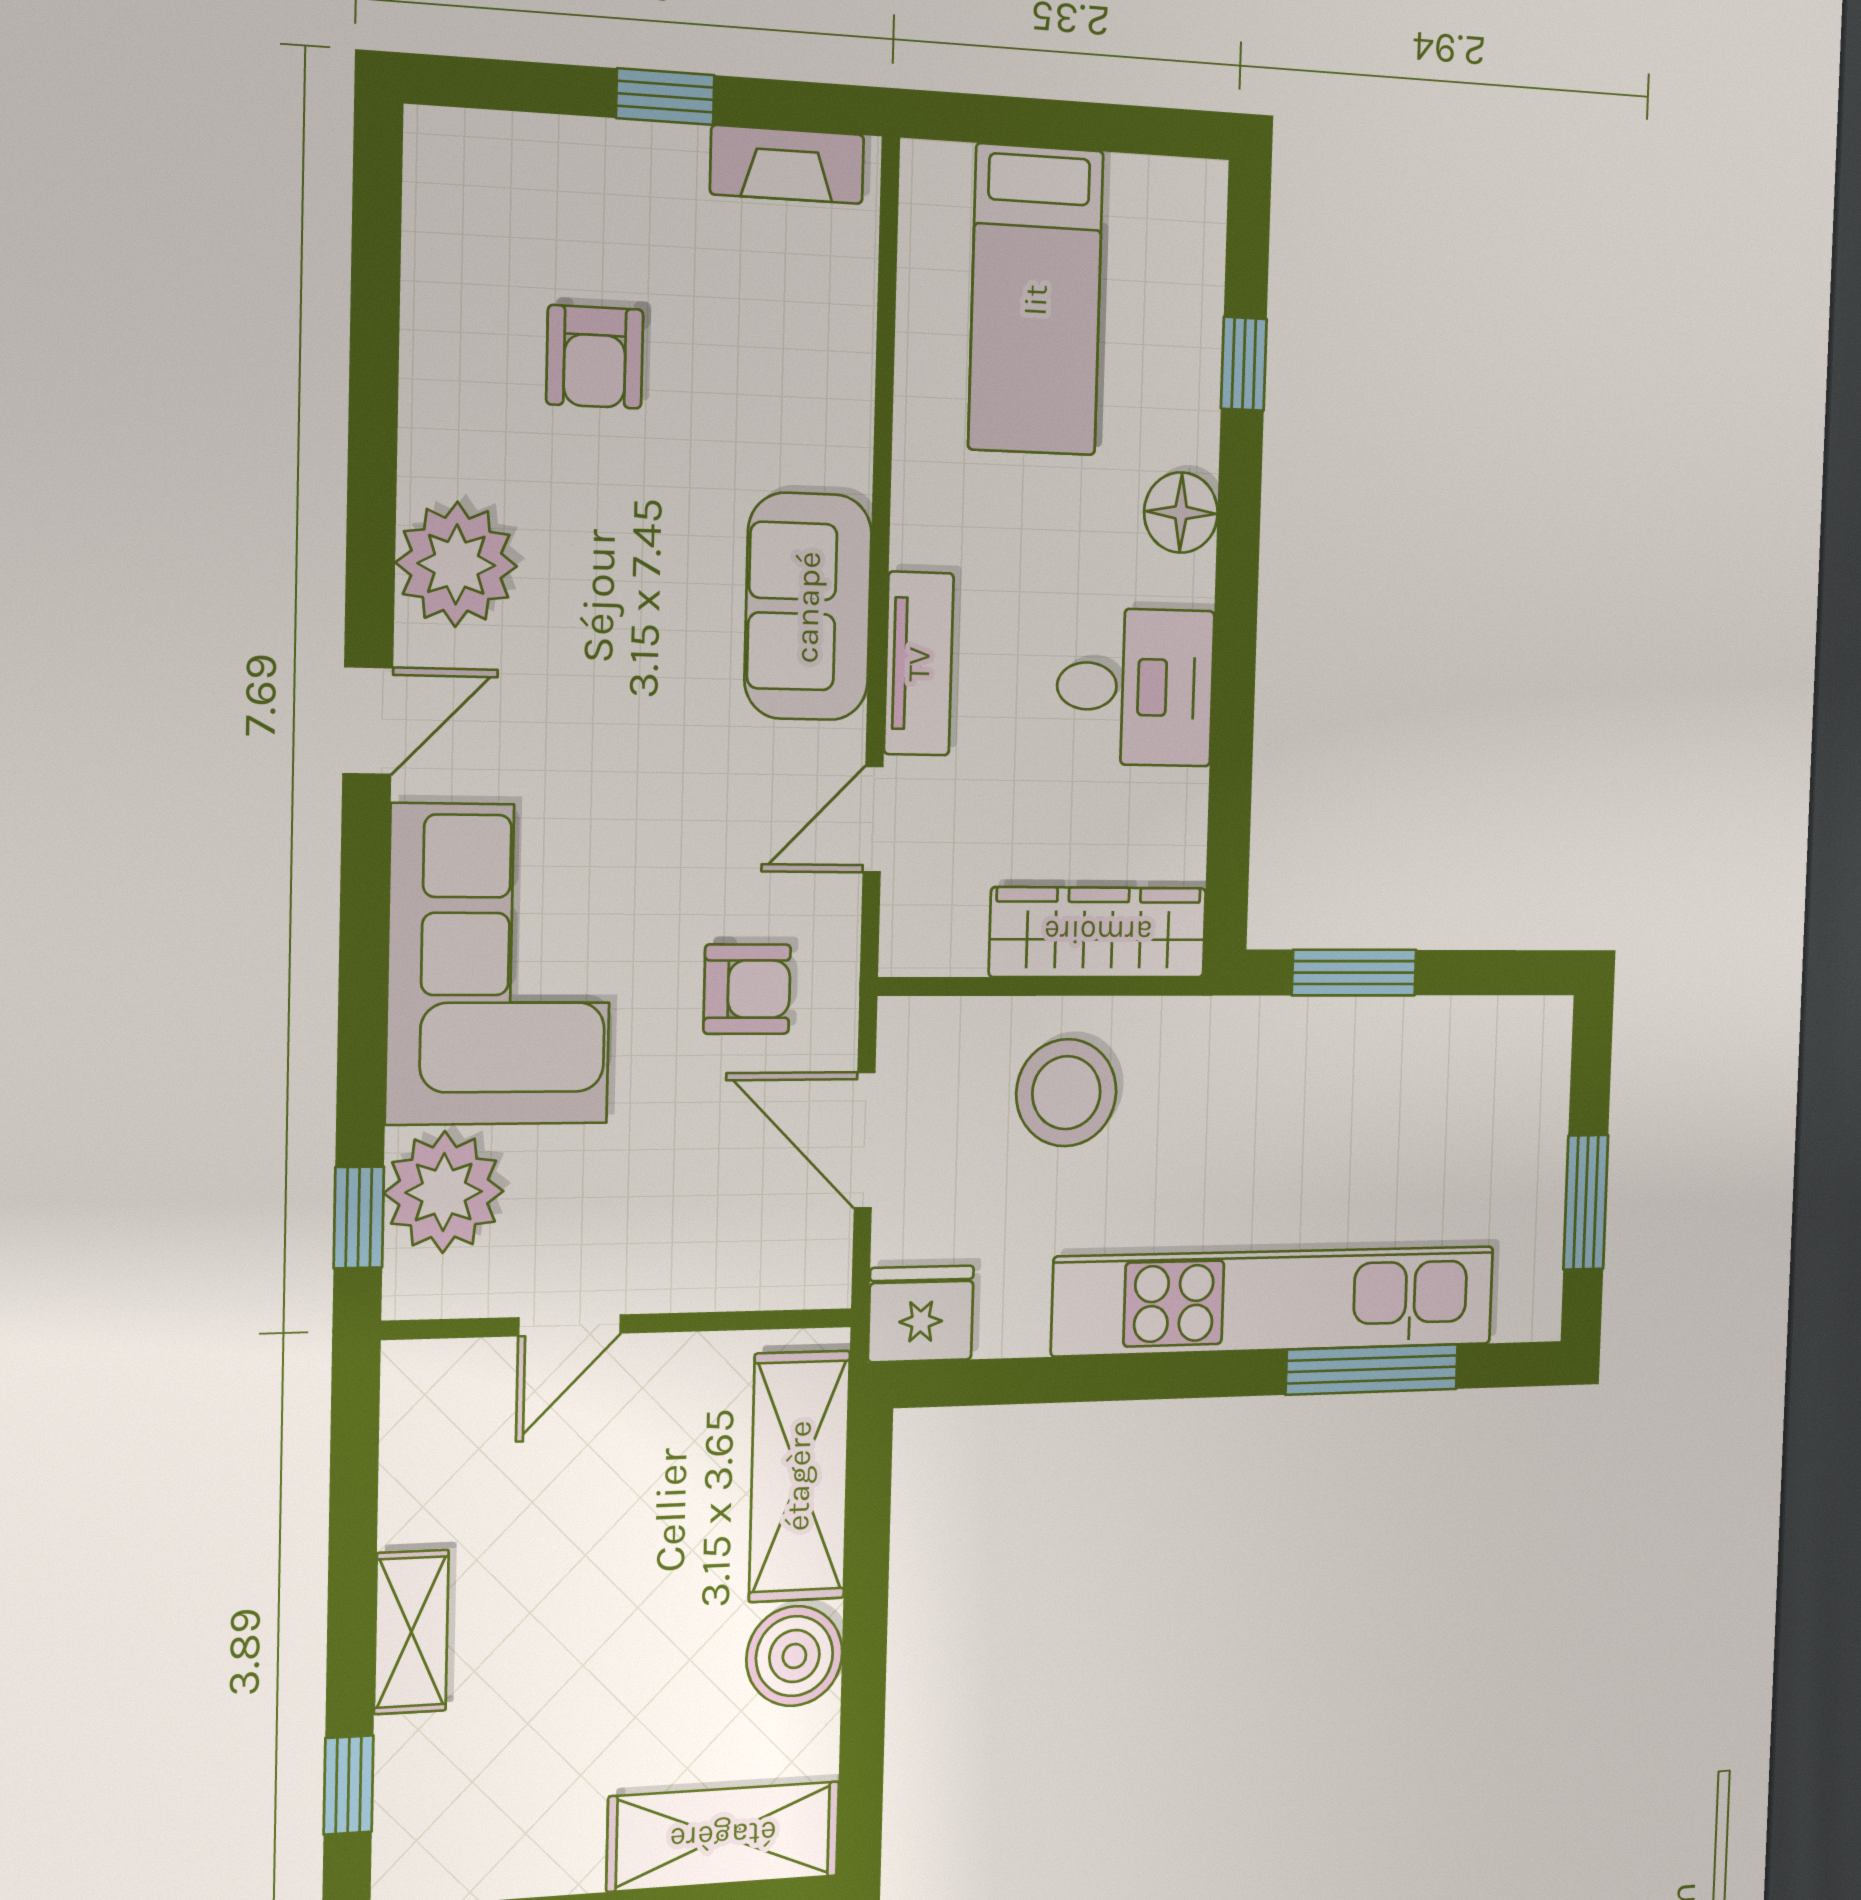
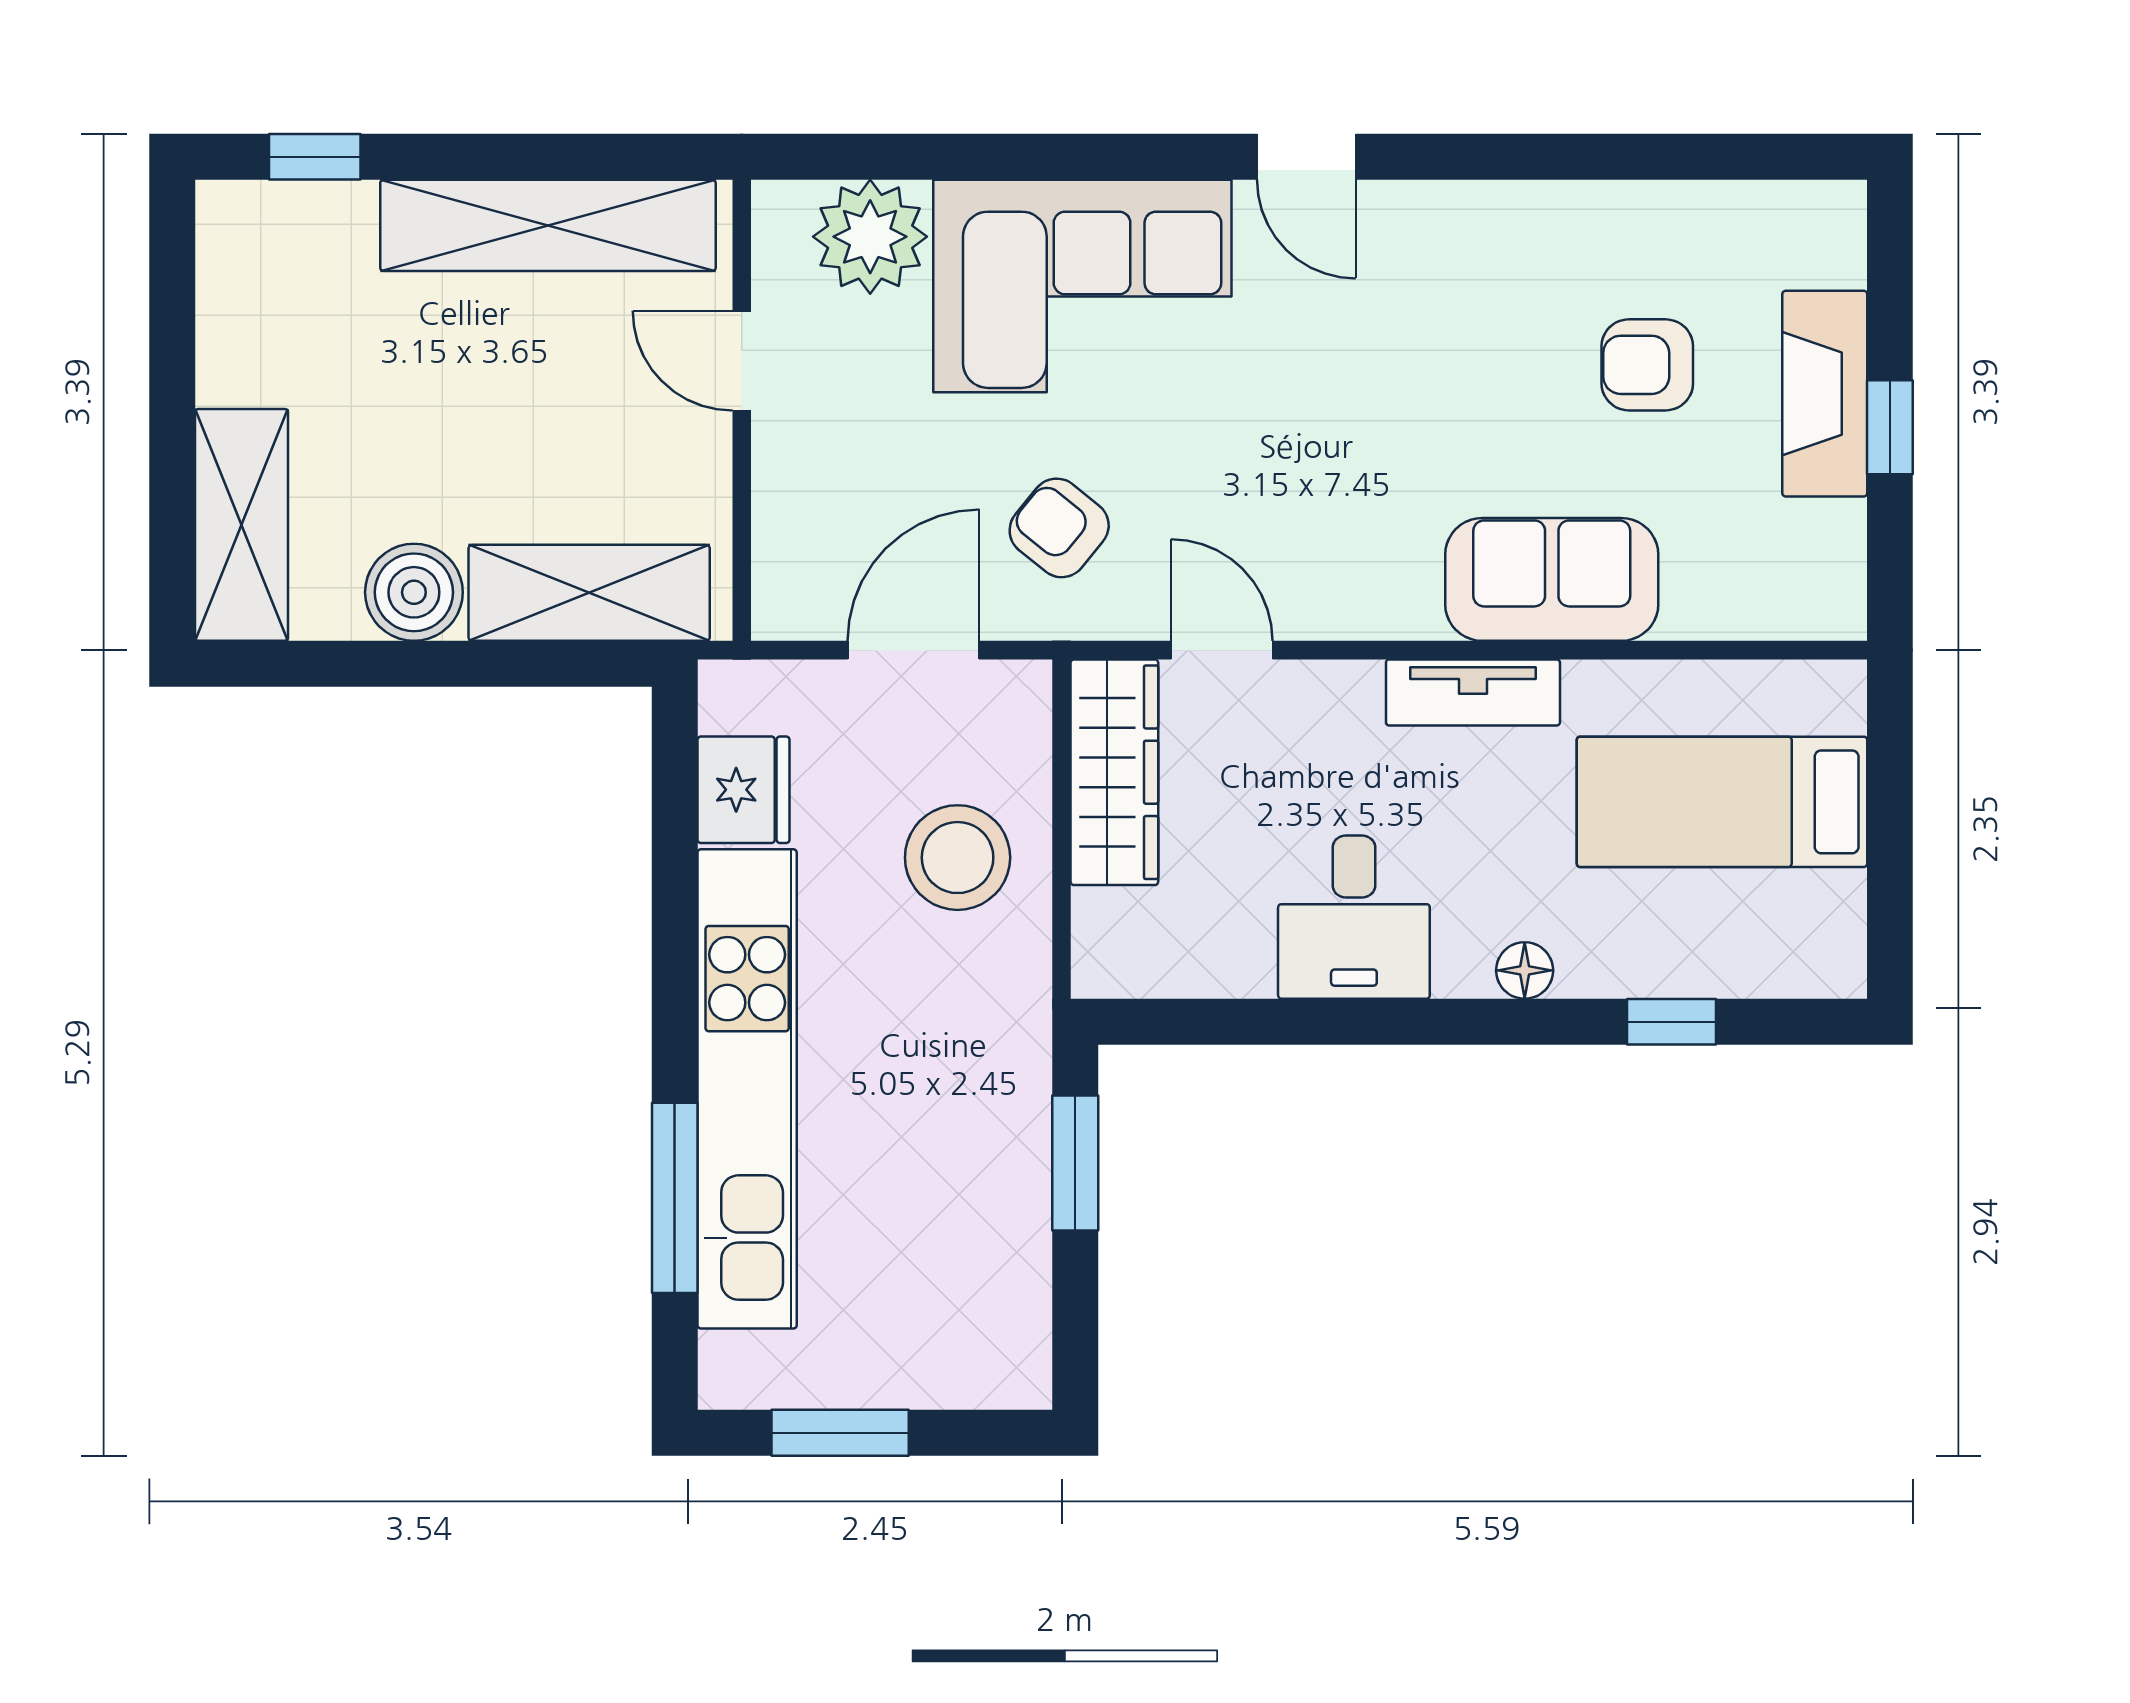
fireplace: (787, 165) -> (1825, 394), moved, width x1.37, depth x1.32
floor lamp: (1181, 513) -> (1525, 970), width x0.73, depth x0.73
plant: (456, 564) -> (1452, 237), removed
sofa: (808, 607) -> (1552, 579), moved
tv unit: (919, 664) -> (1473, 692), moved
wardrobe: (1098, 932) -> (1114, 772), moved
armchair: (747, 989) -> (1059, 528), turned 129
window: (359, 1217) -> (848, 157), removed
fridge: (921, 1314) -> (744, 790), moved
shelving: (411, 1632) -> (548, 225), width x2.20, depth x1.33

